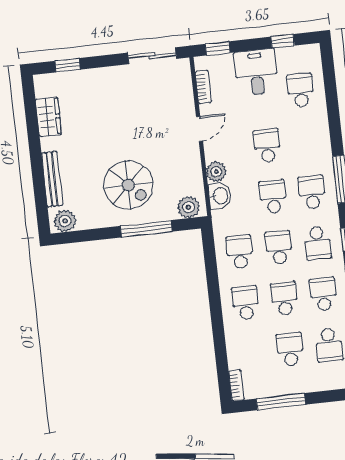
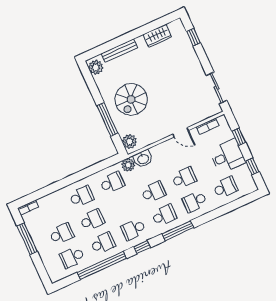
window: (218, 48) -> (239, 137), moved
plant: (216, 172) -> (128, 165), moved
school desk: (279, 247) -> (195, 201), moved, turned 180

